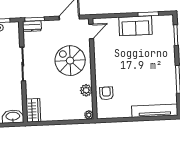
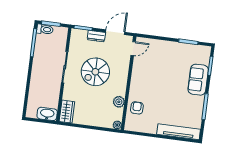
dresser: (32, 26) -> (96, 36), moved
sofa: (135, 26) -> (198, 80), moved, turned 90
spiral stairs: (70, 61) -> (95, 72), moved, turned -90

